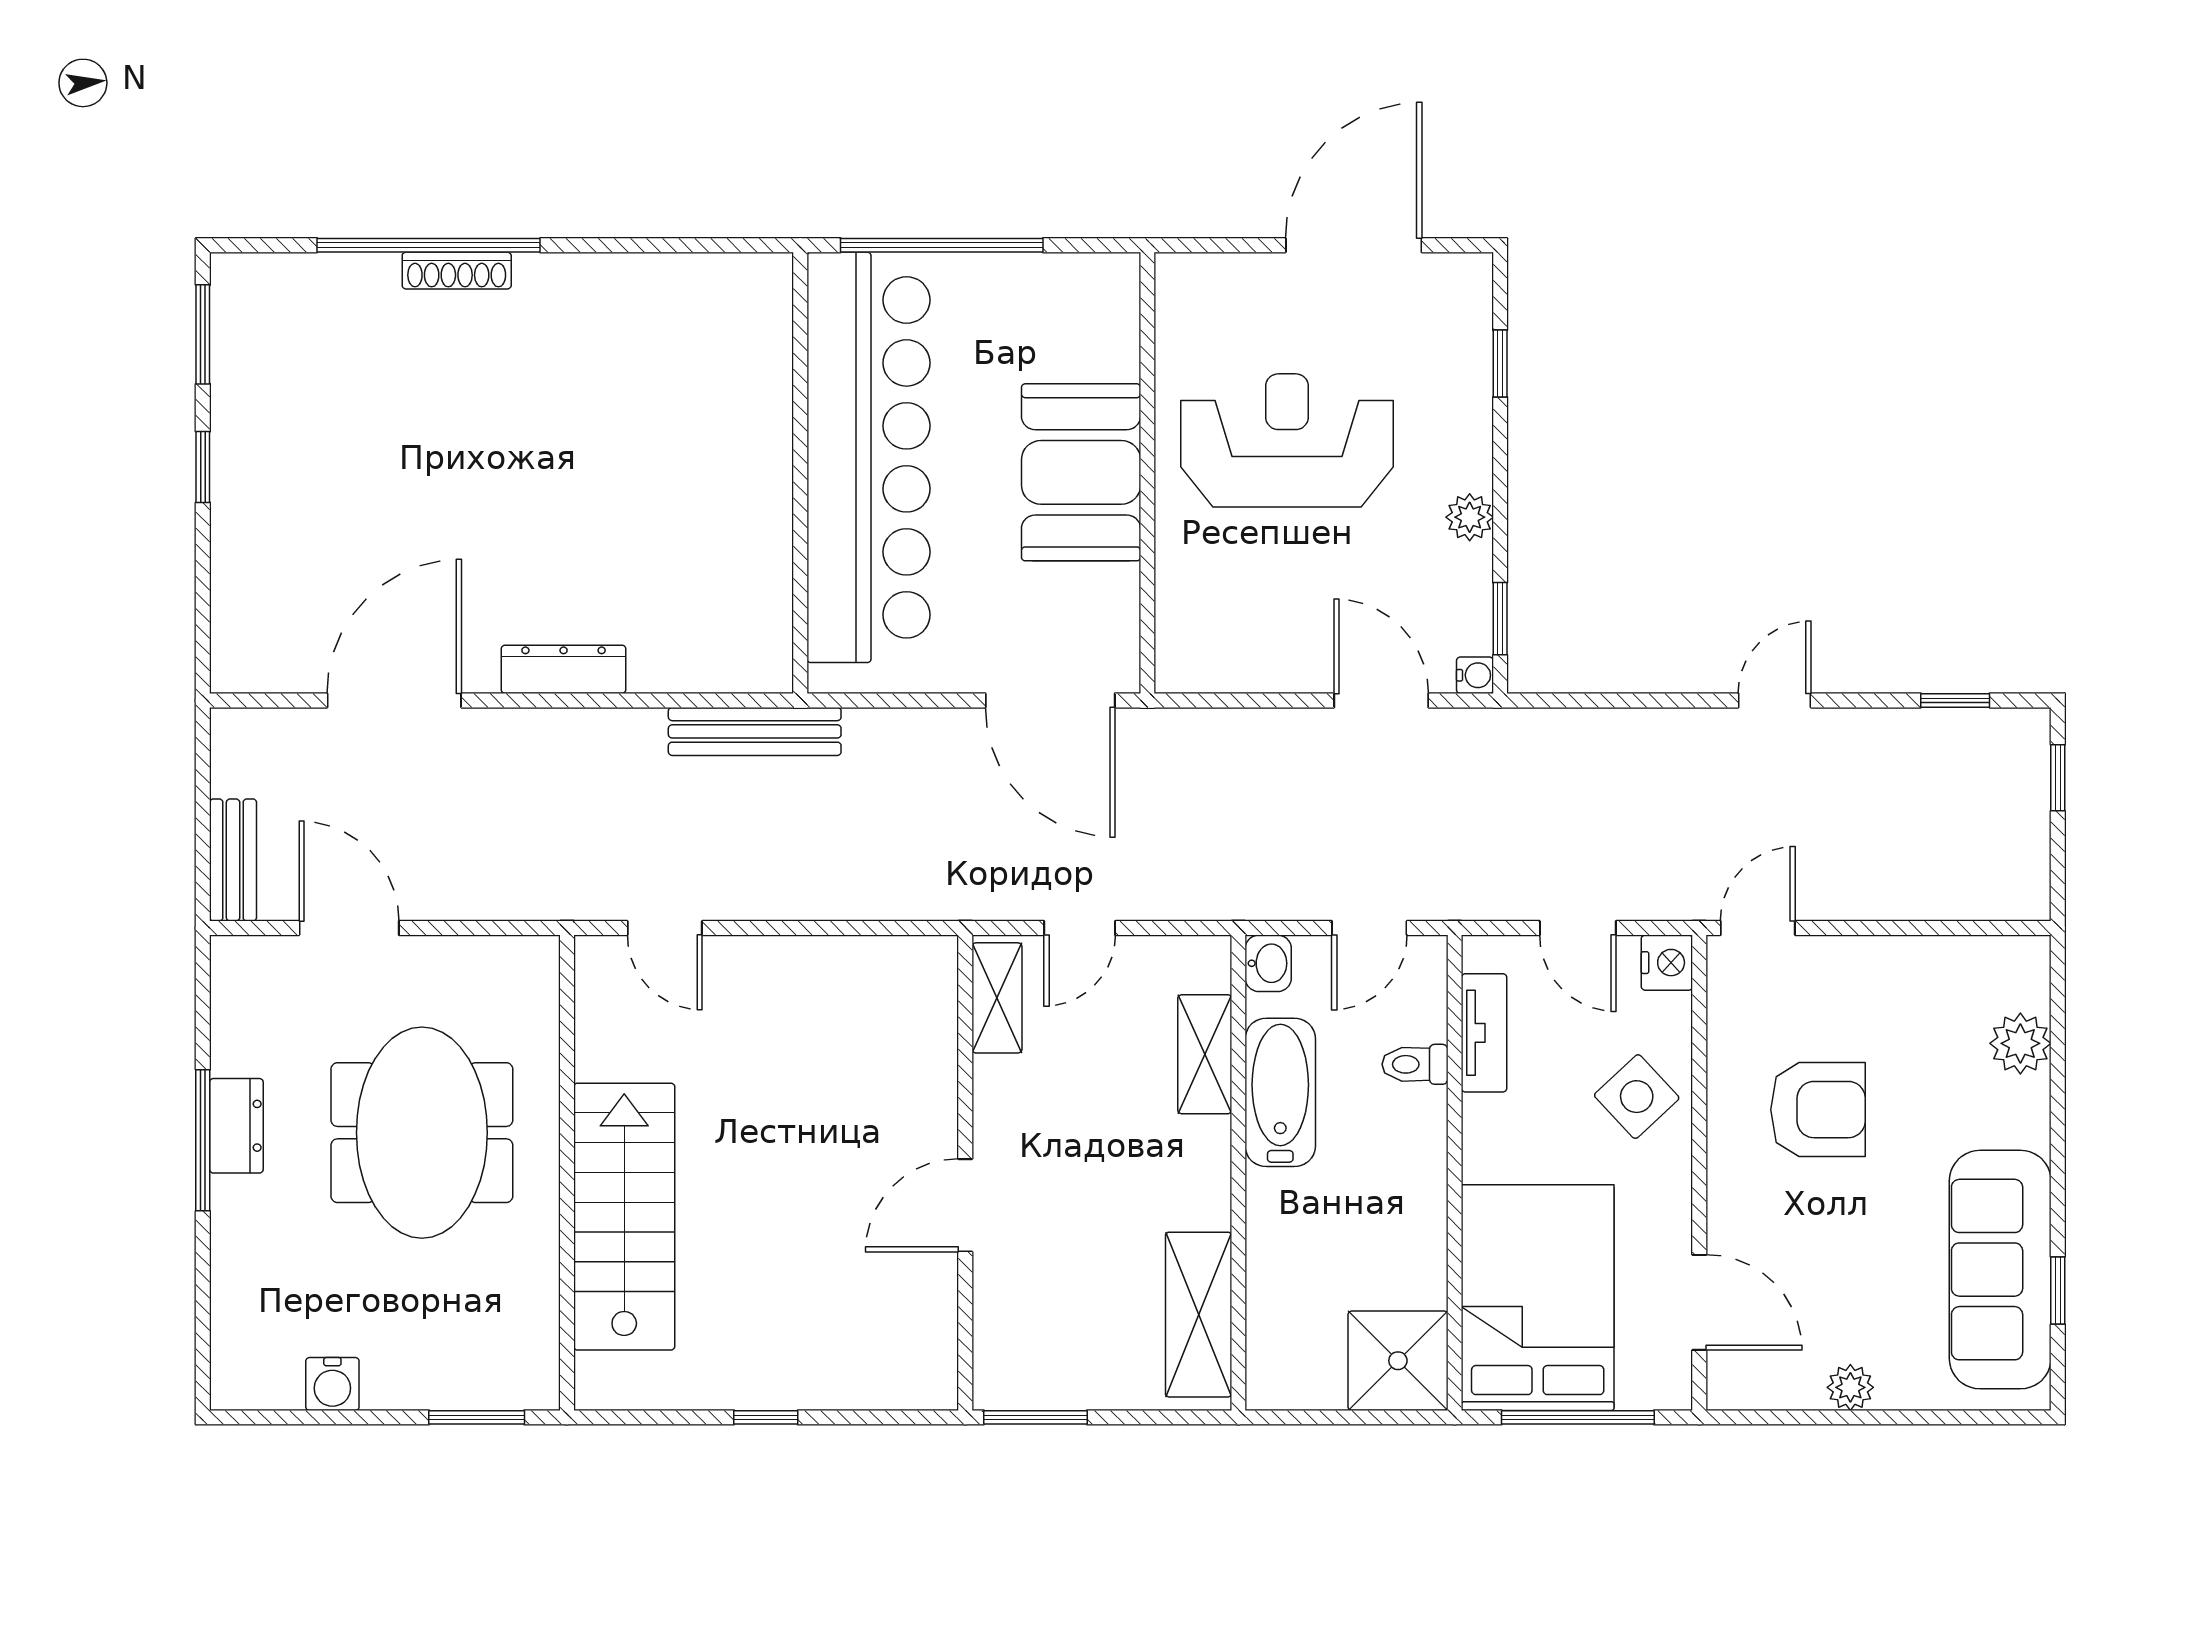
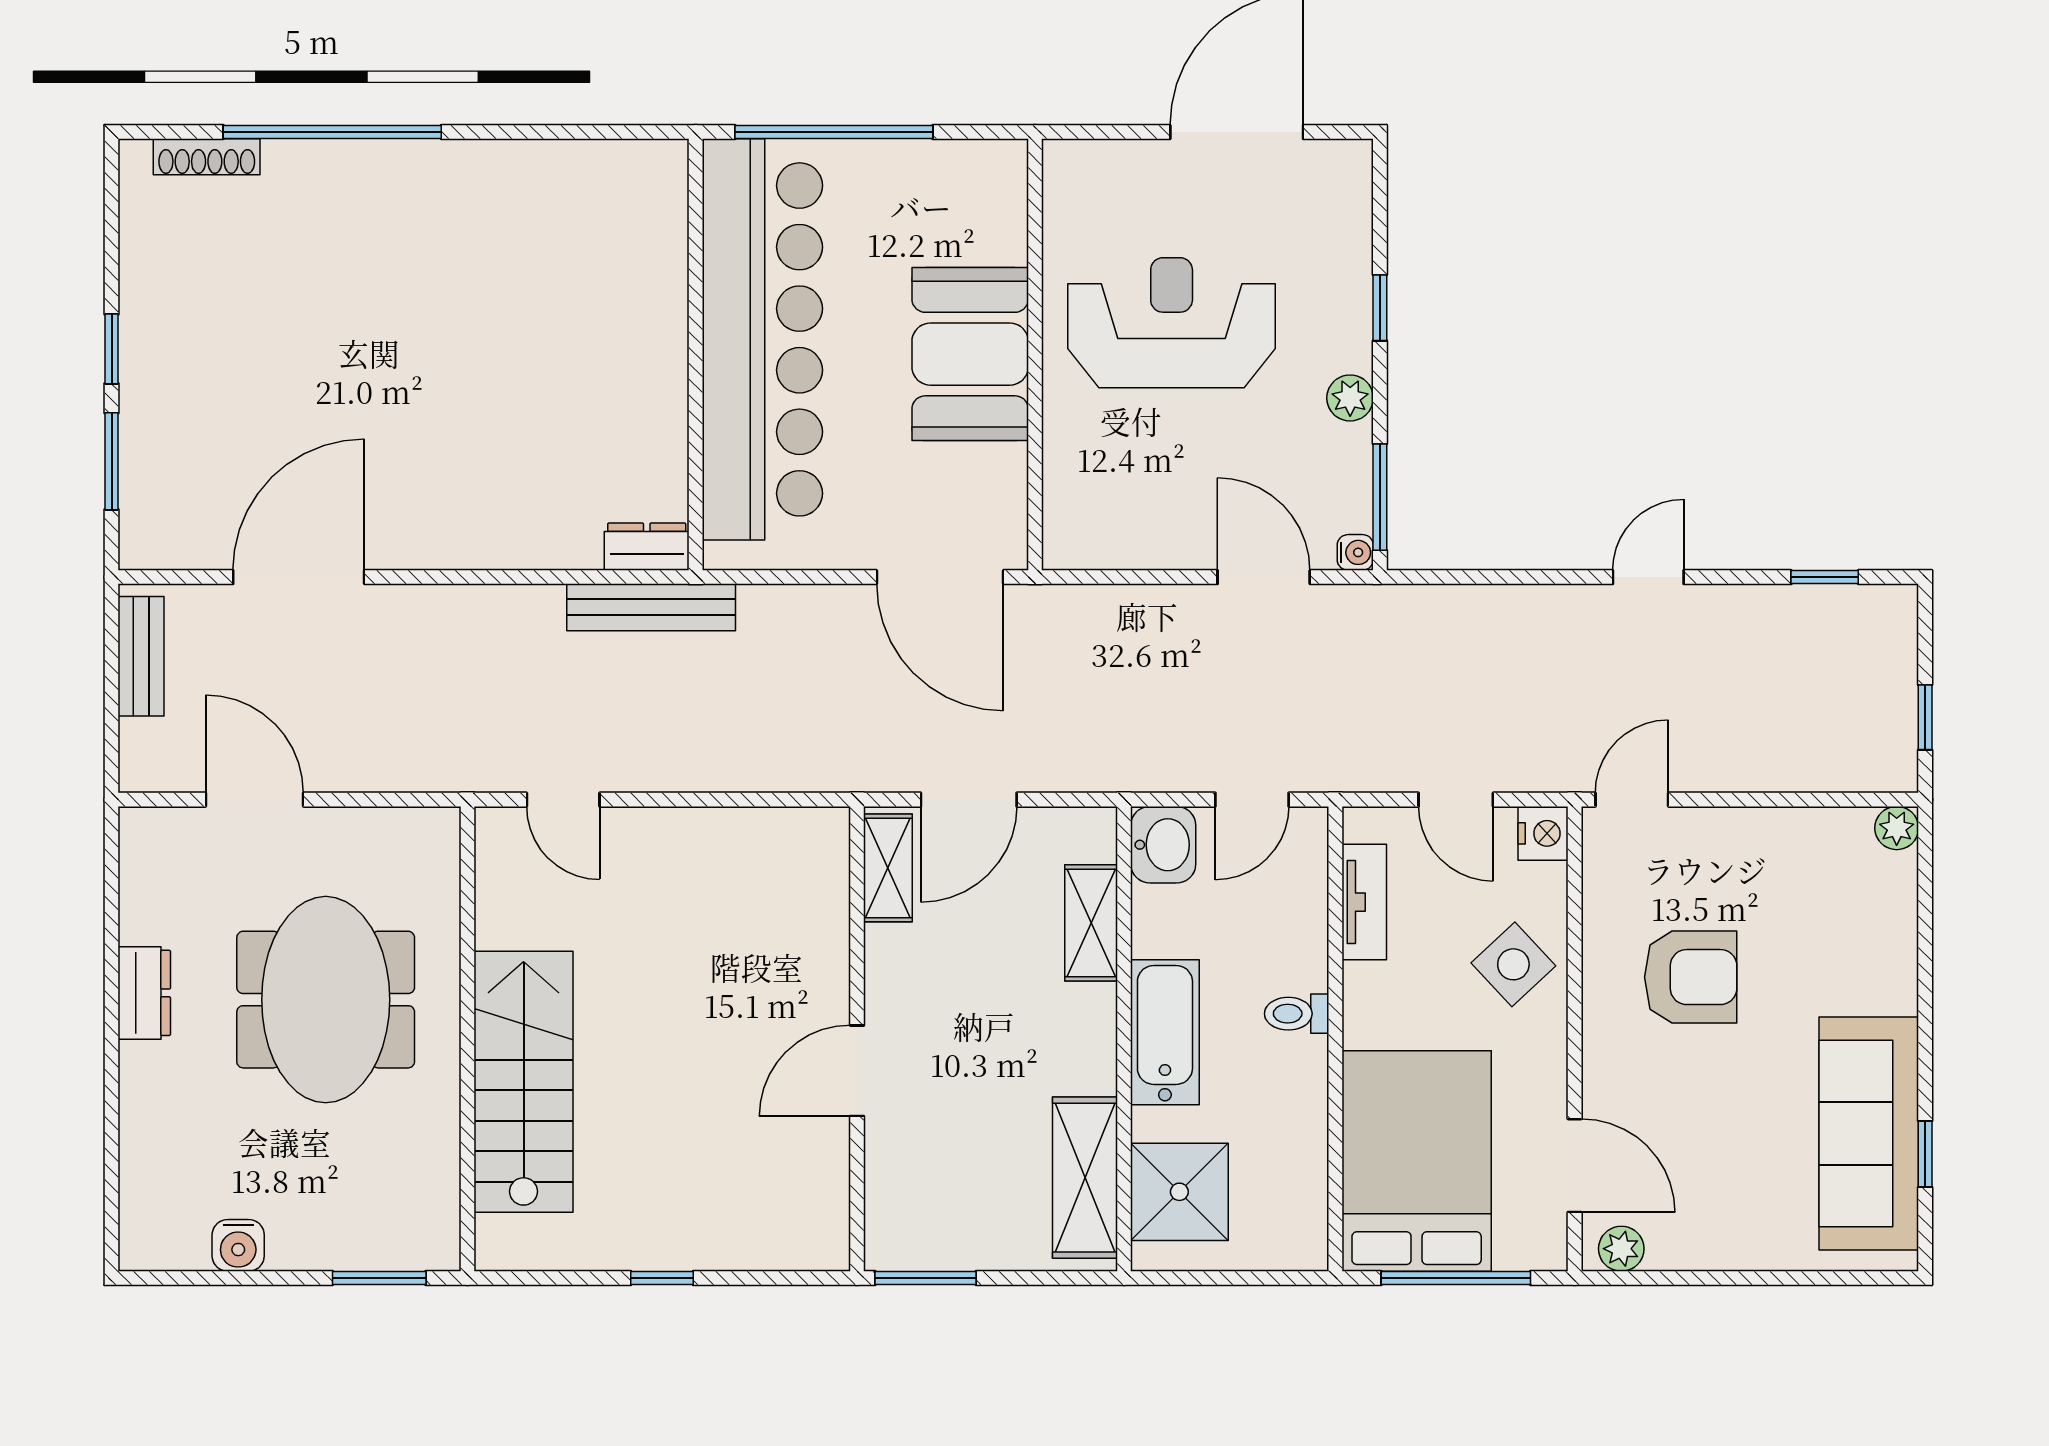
shoe rack: (457, 271) -> (207, 157), moved
window: (203, 334) -> (112, 461), moved
window: (1500, 363) -> (1380, 308), moved
window: (1500, 619) -> (1380, 497), width x1.50
dresser: (564, 669) -> (647, 547), moved, width x0.70
window: (2058, 778) -> (1925, 717), moved
bench: (233, 860) -> (141, 656), moved
door: (1080, 928) -> (969, 800), width x1.38
washbasin: (1268, 963) -> (1163, 845), width x1.38, depth x1.45
plant: (2020, 1043) -> (1897, 828), moved, width x0.73, depth x0.73
toilet: (1415, 1064) -> (1297, 1014), moved
bathtub: (1280, 1092) -> (1165, 1032), moved
window: (203, 1140) -> (112, 1007), removed
shower: (1398, 1361) -> (1179, 1192), moved
plant: (1850, 1387) -> (1621, 1249), moved

